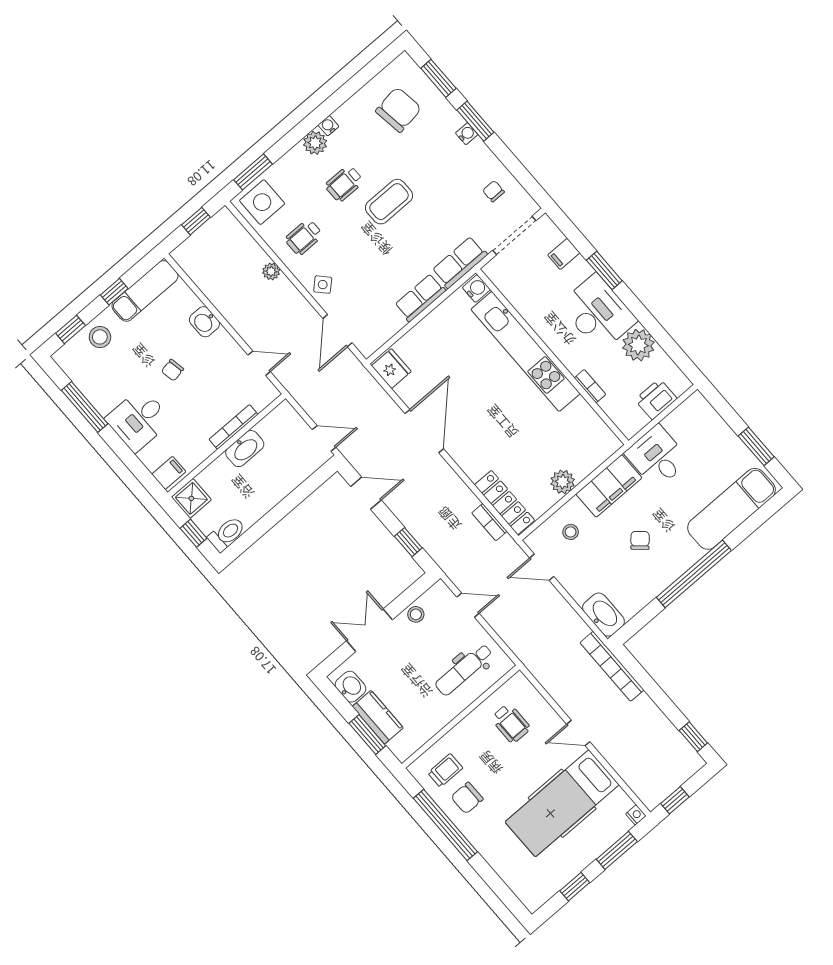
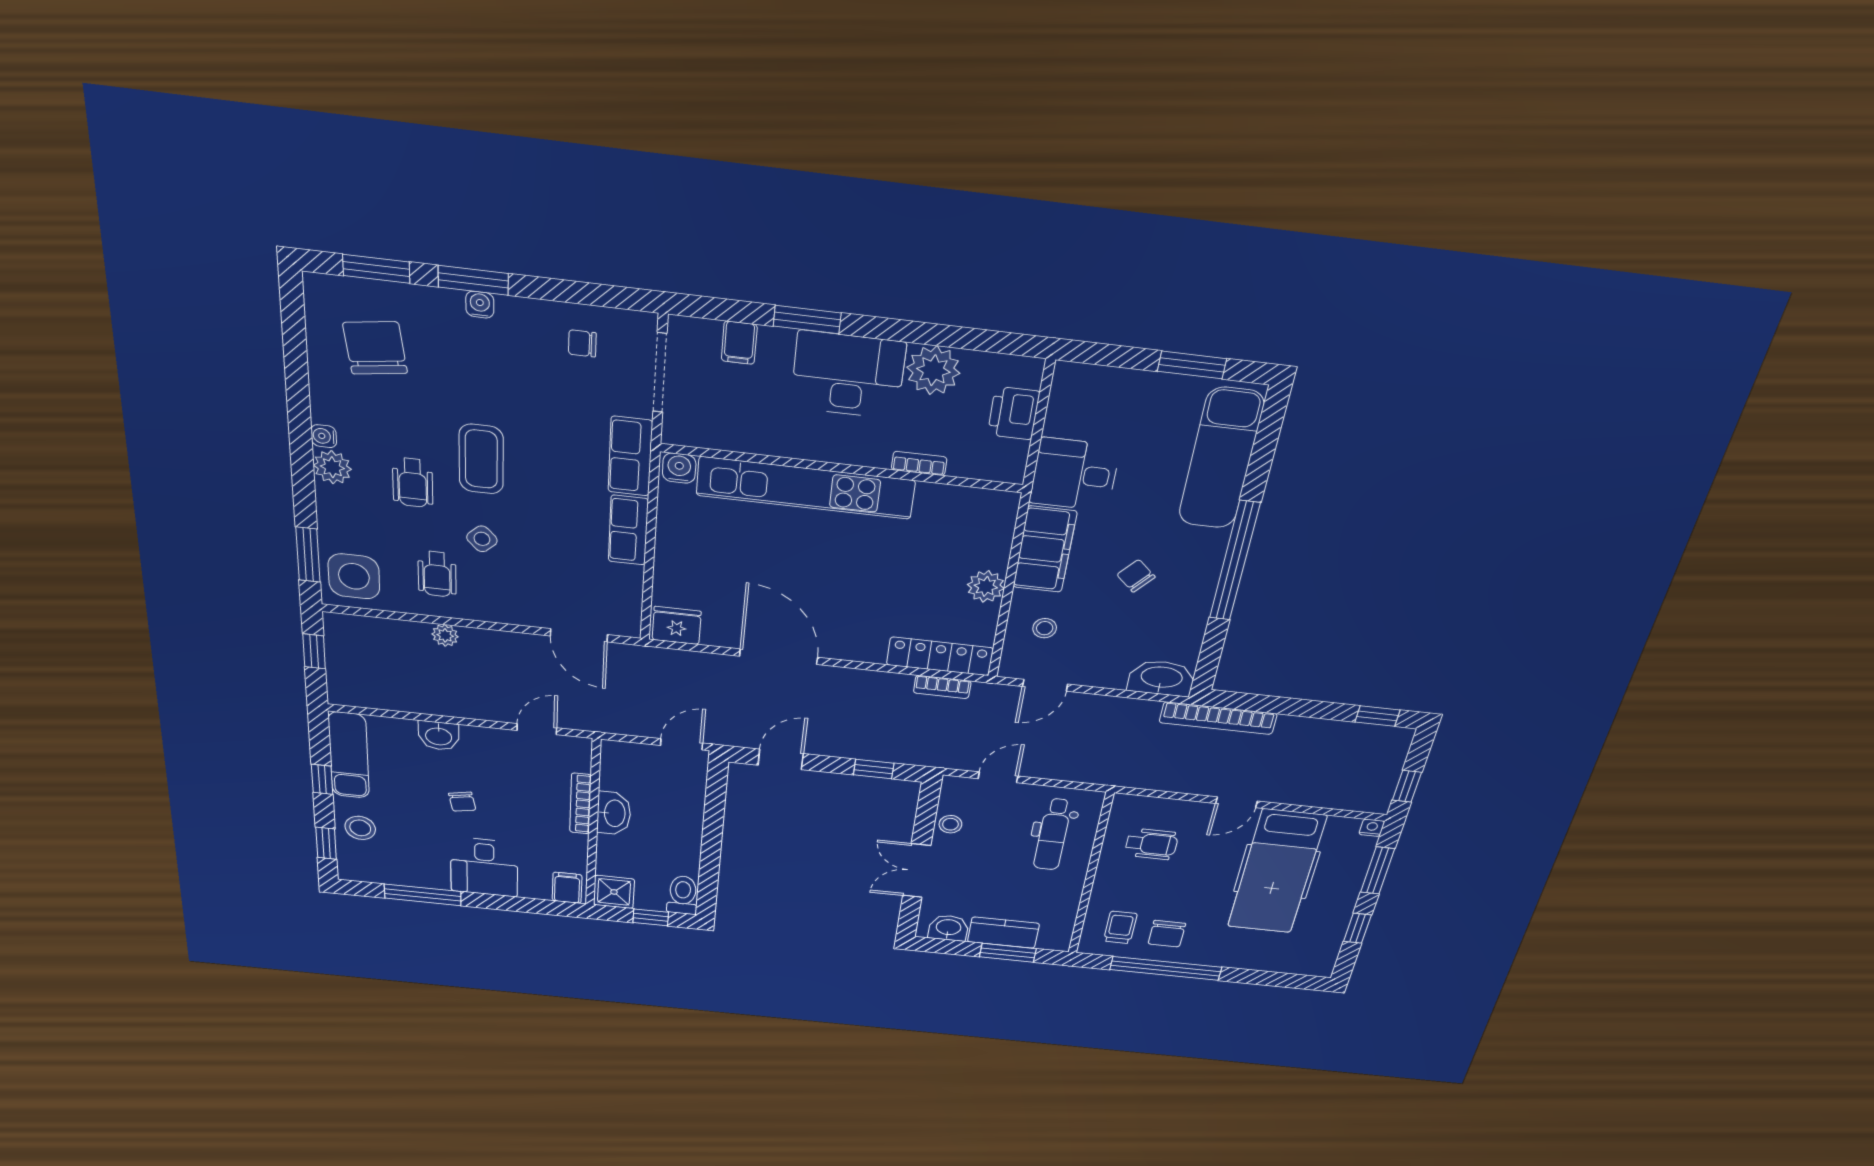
side table: (323, 285) -> (482, 539), moved

